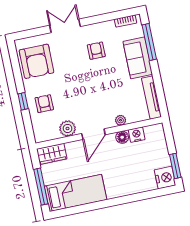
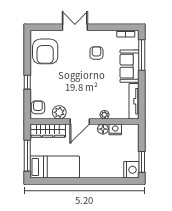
armchair: (44, 104) -> (38, 107), moved
wardrobe: (52, 154) -> (48, 131), width x1.50

